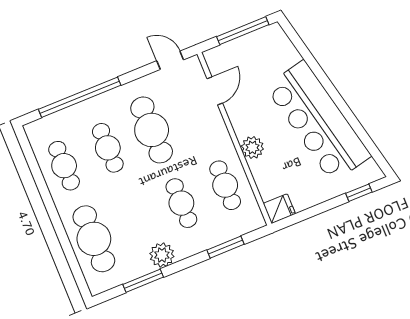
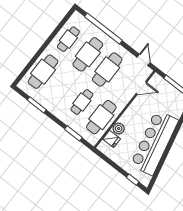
cafe table: (108, 148) -> (88, 54), width x1.37, depth x1.35
plant: (252, 148) -> (119, 129), moved
cafe table: (225, 185) -> (101, 117), width x1.37, depth x1.35
fridge: (279, 209) -> (112, 139), moved
plant: (162, 255) -> (53, 107), removed

